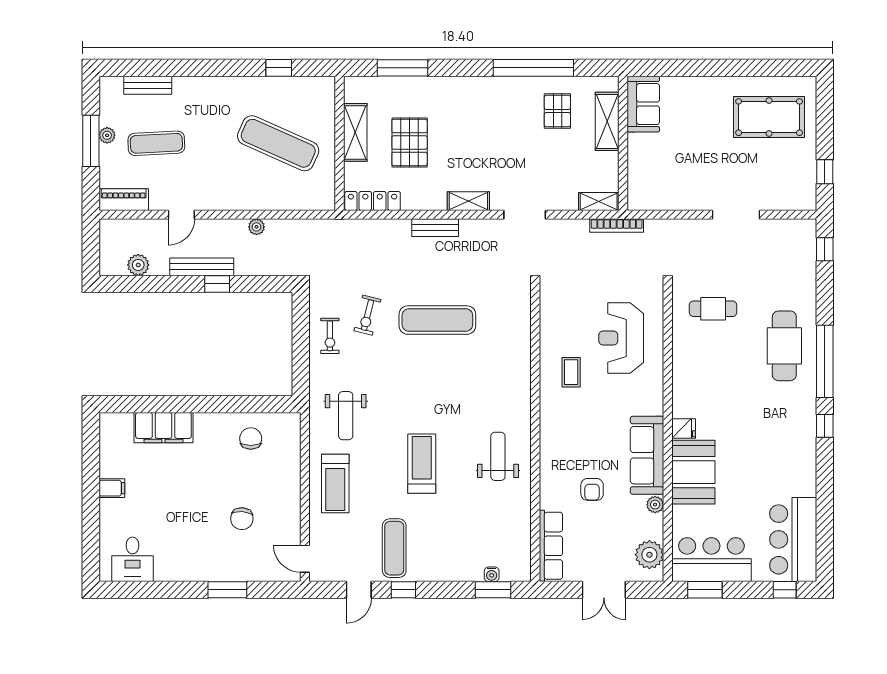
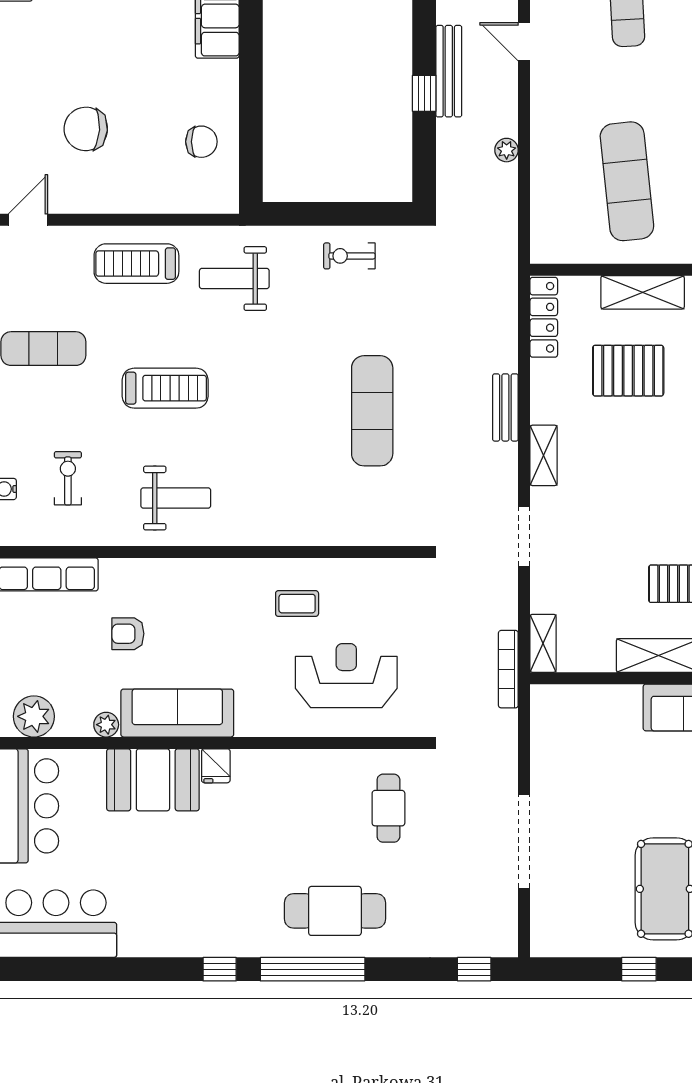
exercise mat: (278, 143) -> (627, 181), turned -30
window: (825, 172) -> (639, 969), moved
doorway: (736, 215) -> (524, 841), width x1.36
exercise bike: (367, 315) -> (68, 478), moved, turned 76
chair: (242, 519) -> (86, 129), width x1.37, depth x1.37

